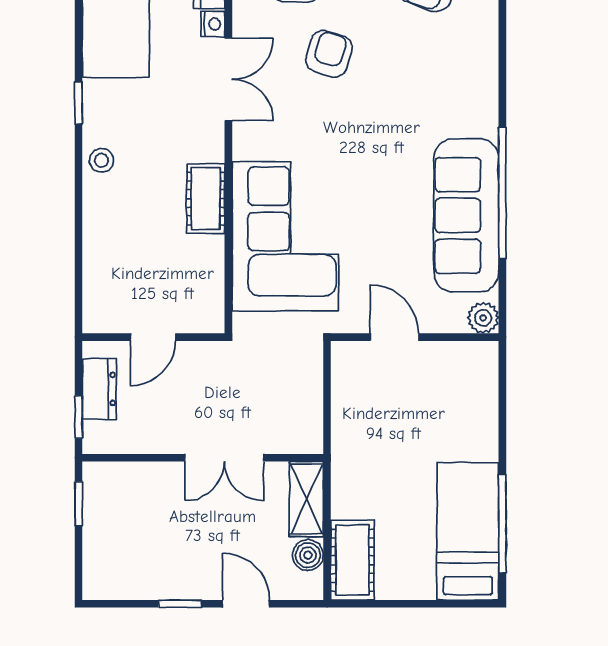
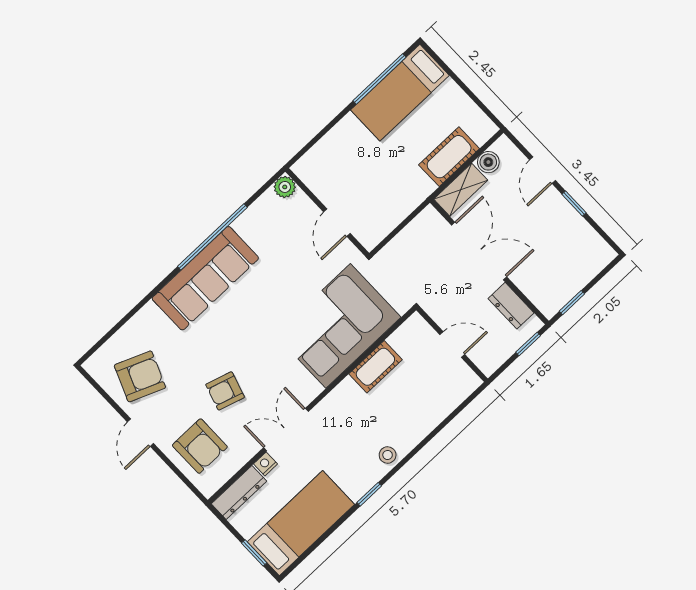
cot: (206, 199) -> (375, 367), moved
sofa: (466, 215) -> (205, 278), moved
dresser: (99, 389) -> (511, 306), moved, turned -90
double door: (224, 458) -> (479, 251), width x1.37
cot: (352, 560) -> (449, 157), moved

